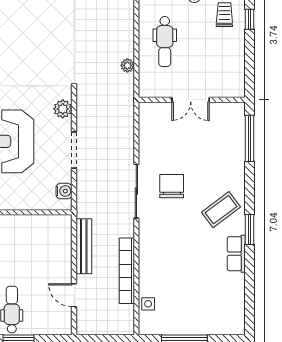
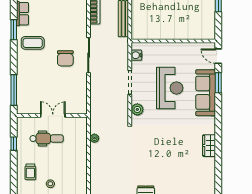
window: (249, 19) -> (14, 144), moved
dental chair: (165, 42) -> (47, 139), moved, turned 90
coffee table: (221, 210) -> (33, 43), turned 37

